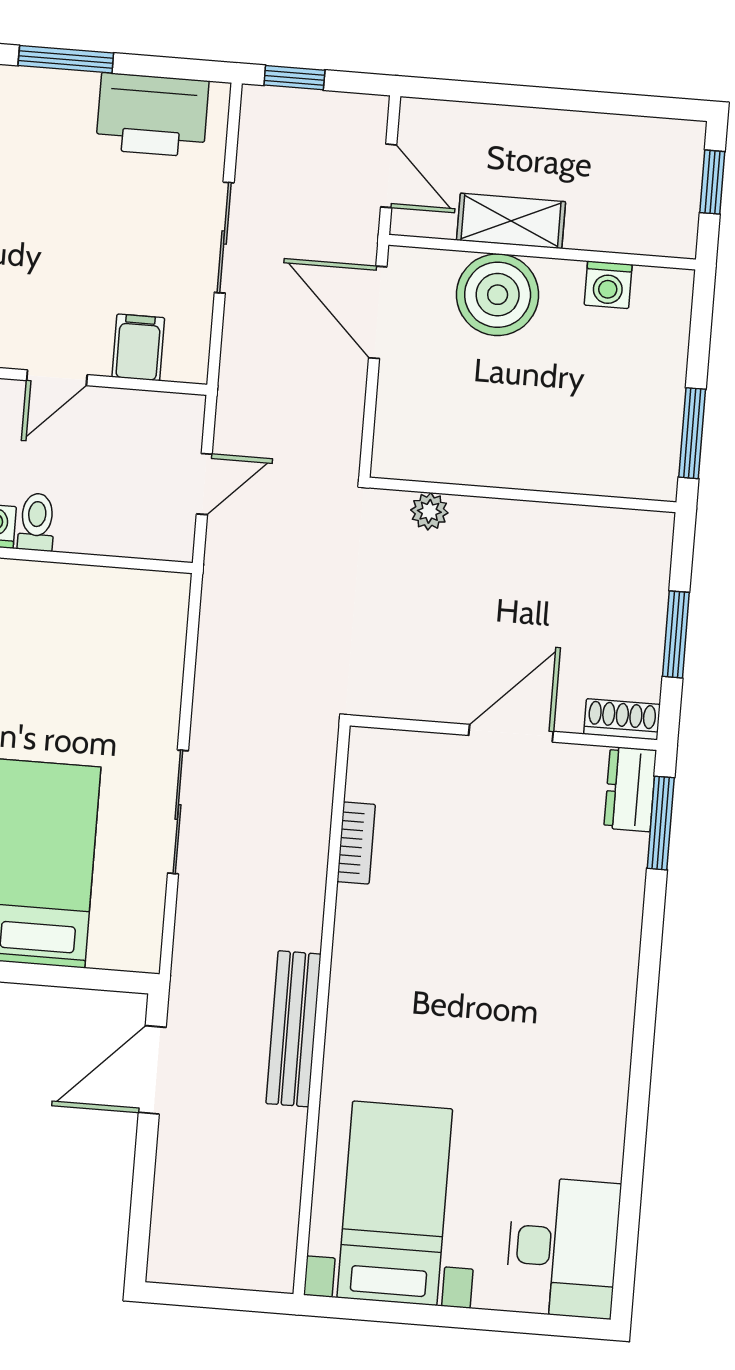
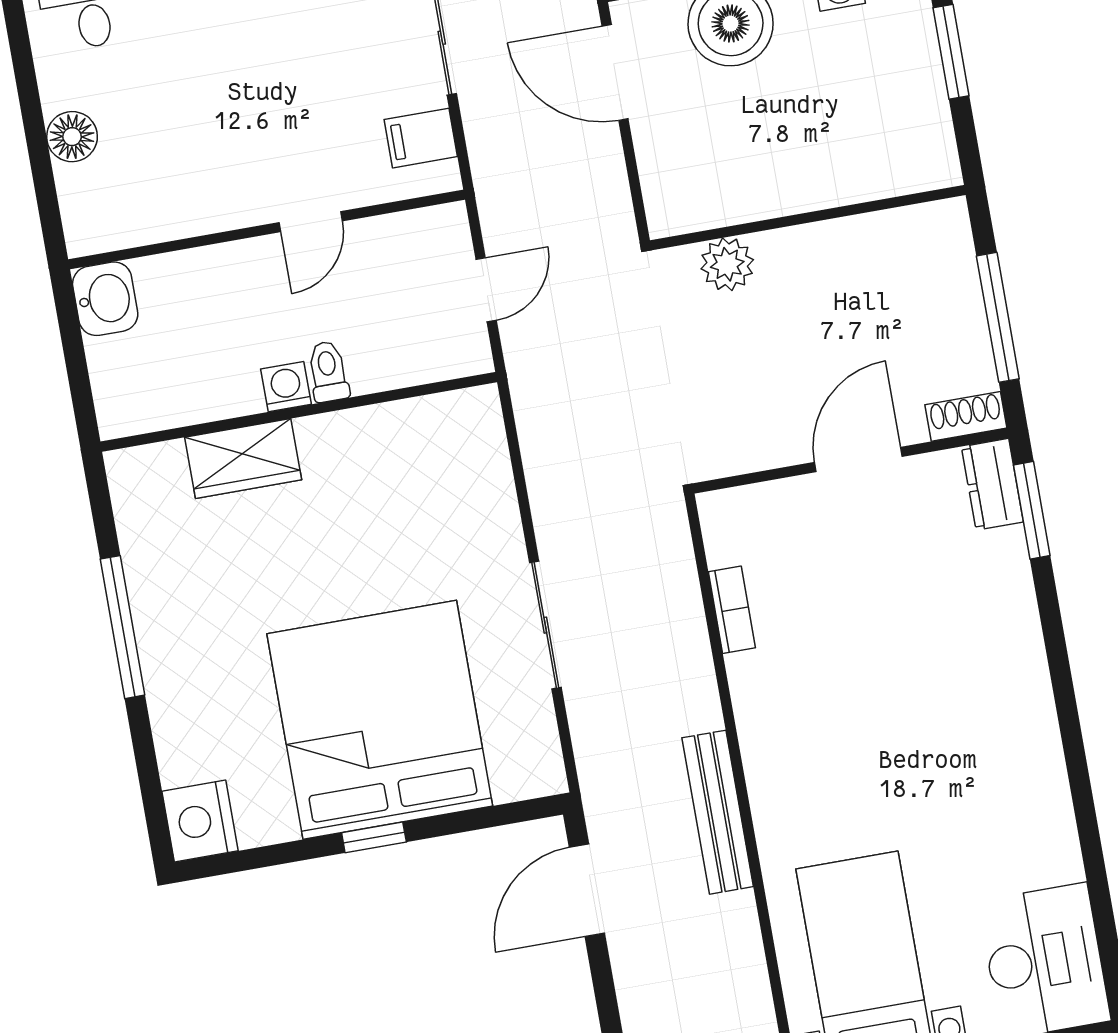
filing cabinet: (138, 347) -> (421, 138), moved, turned -90
window: (692, 433) -> (951, 52), moved
plant: (429, 511) -> (727, 264), width x1.38, depth x1.38
window: (676, 634) -> (998, 317), width x1.44

